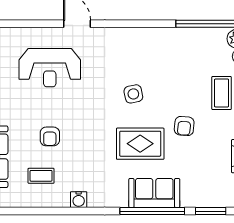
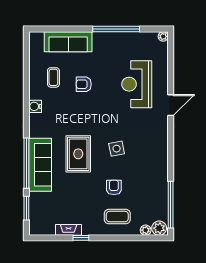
armchair: (184, 126) -> (114, 187), moved, turned 85
sofa: (154, 193) -> (40, 165), width x1.36

